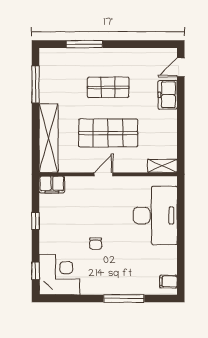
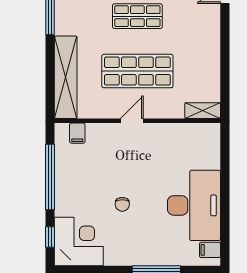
freezer: (168, 95) -> (209, 25), removed
filing cabinet: (52, 184) -> (77, 133), width x0.50
desk: (155, 215) -> (194, 205), moved
window: (35, 221) -> (50, 177), width x3.17

